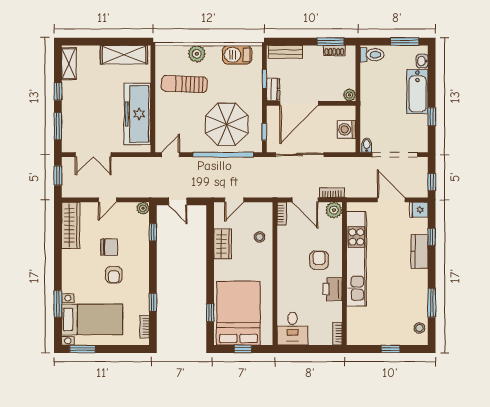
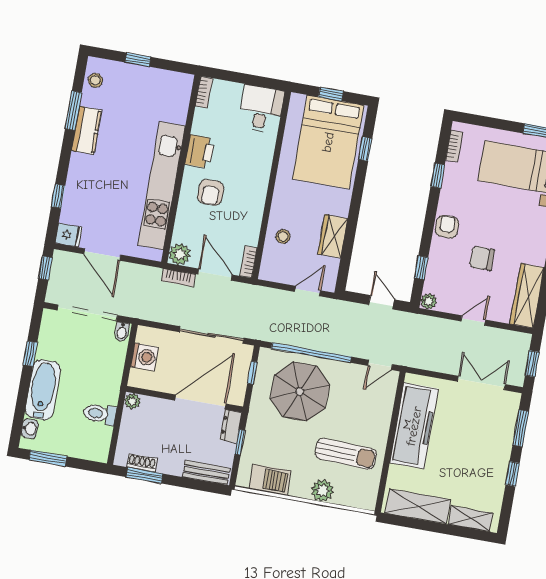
toilet: (372, 55) -> (100, 414), moved
shelving: (69, 64) -> (470, 519), moved, turned 90
kitchen counter: (419, 251) -> (86, 130), moved
armchair: (114, 275) -> (447, 227), moved

